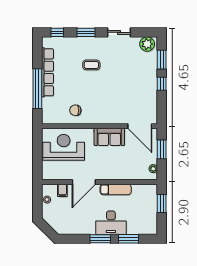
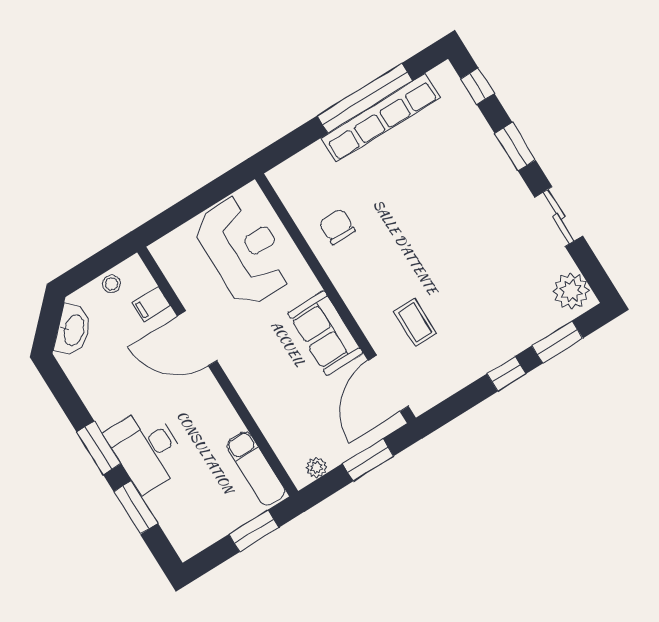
coffee table: (91, 65) -> (415, 322), moved
window: (37, 89) -> (365, 98), moved
exam couch: (116, 189) -> (256, 469), moved
washbasin: (55, 222) -> (73, 330), added

